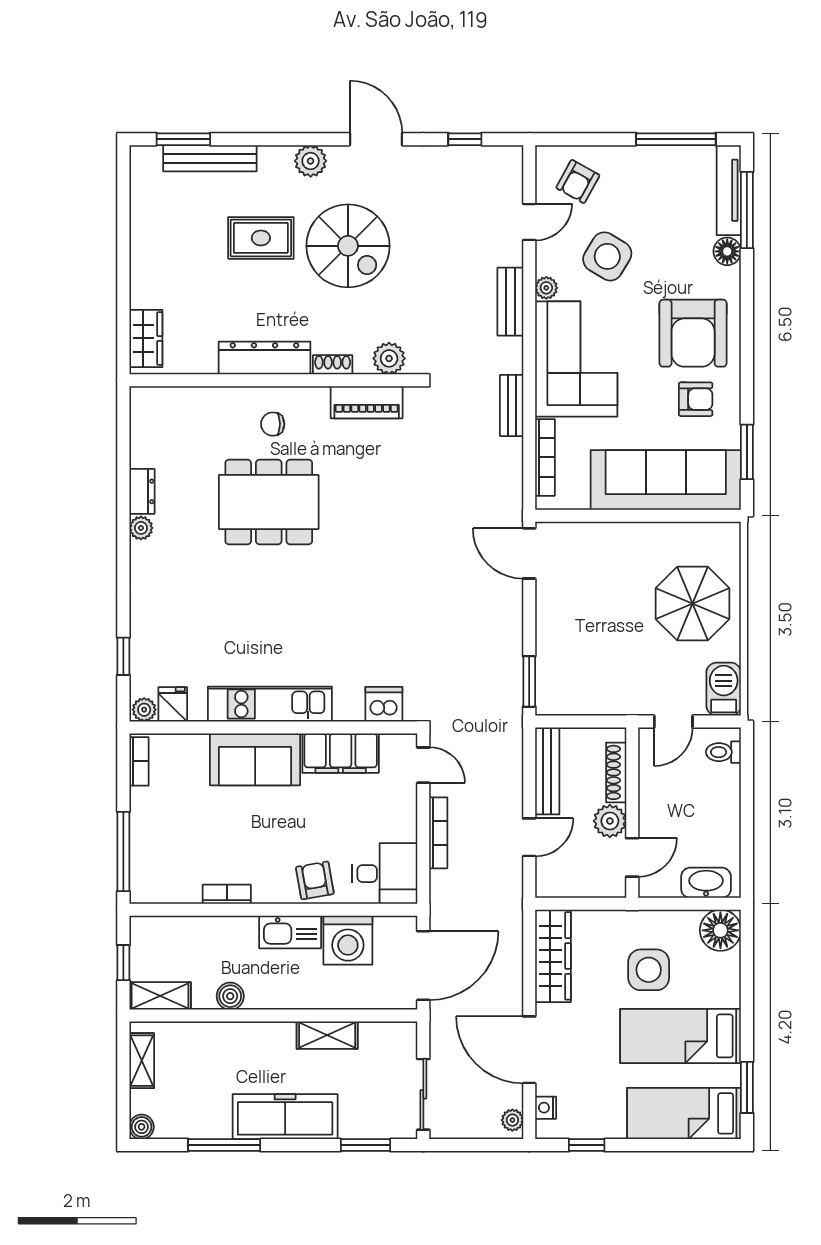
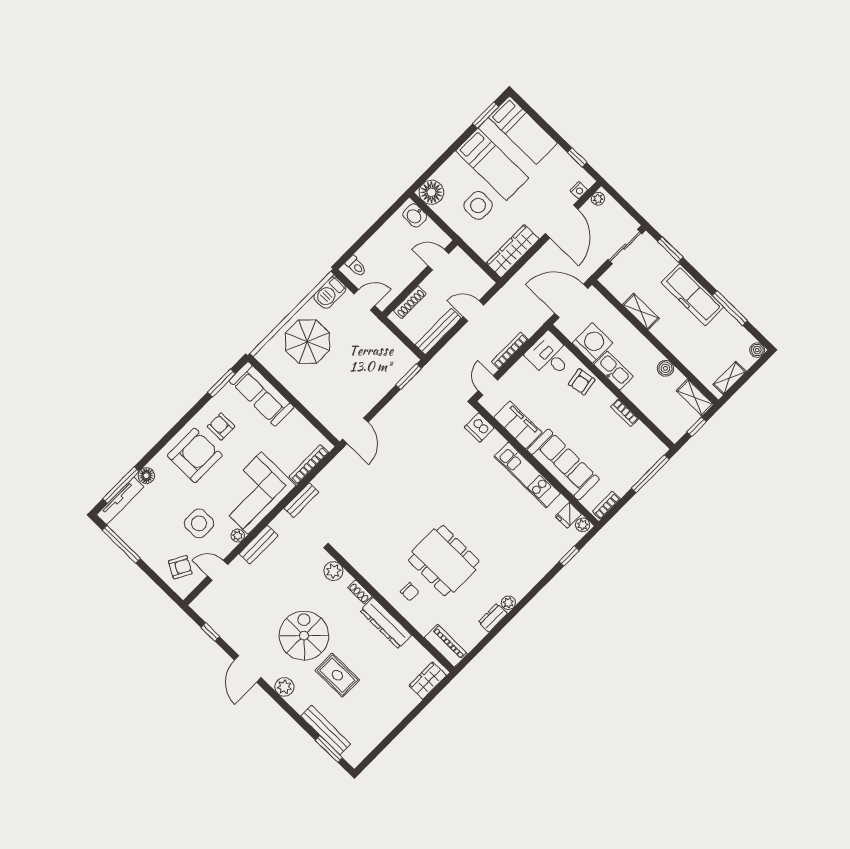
side table: (607, 256) -> (199, 523), turned -31
piano: (367, 402) -> (446, 646), moved
sofa: (666, 480) -> (261, 394), width x0.74, depth x0.79
sofa: (255, 759) -> (563, 465), width x1.36
plant: (610, 821) -> (433, 284), removed
washbasin: (706, 883) -> (415, 215), width x0.72

